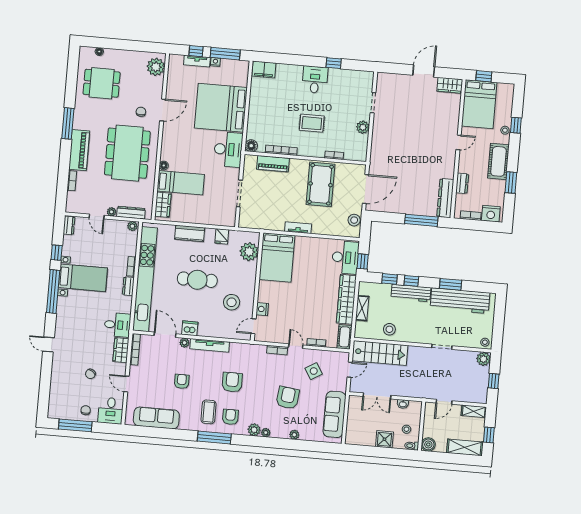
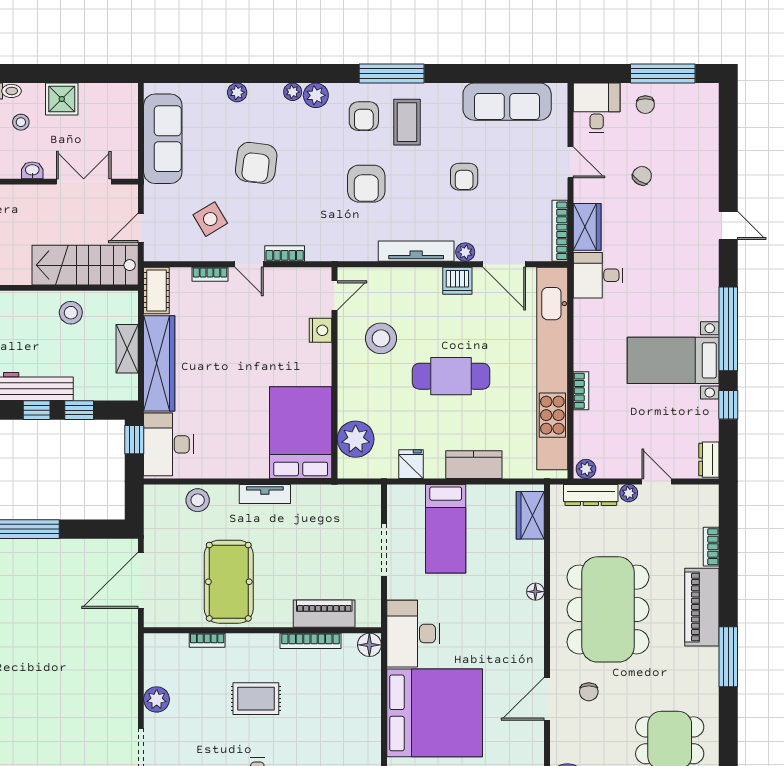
bed: (181, 183) -> (446, 529), moved, turned -90
stool: (354, 220) -> (198, 500), moved
dresser: (128, 286) -> (583, 352), removed

